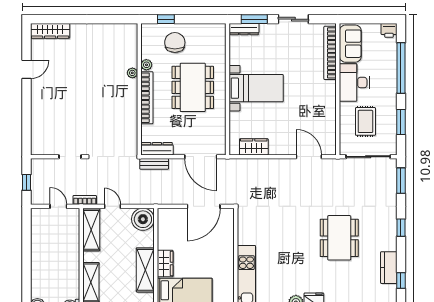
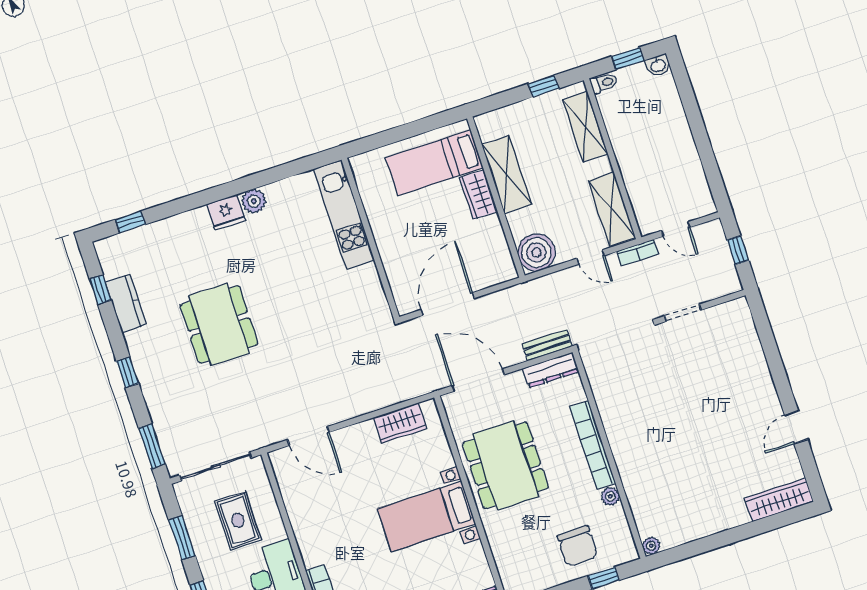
plant: (132, 73) -> (651, 546), moved
dining table: (193, 87) -> (506, 465), moved

